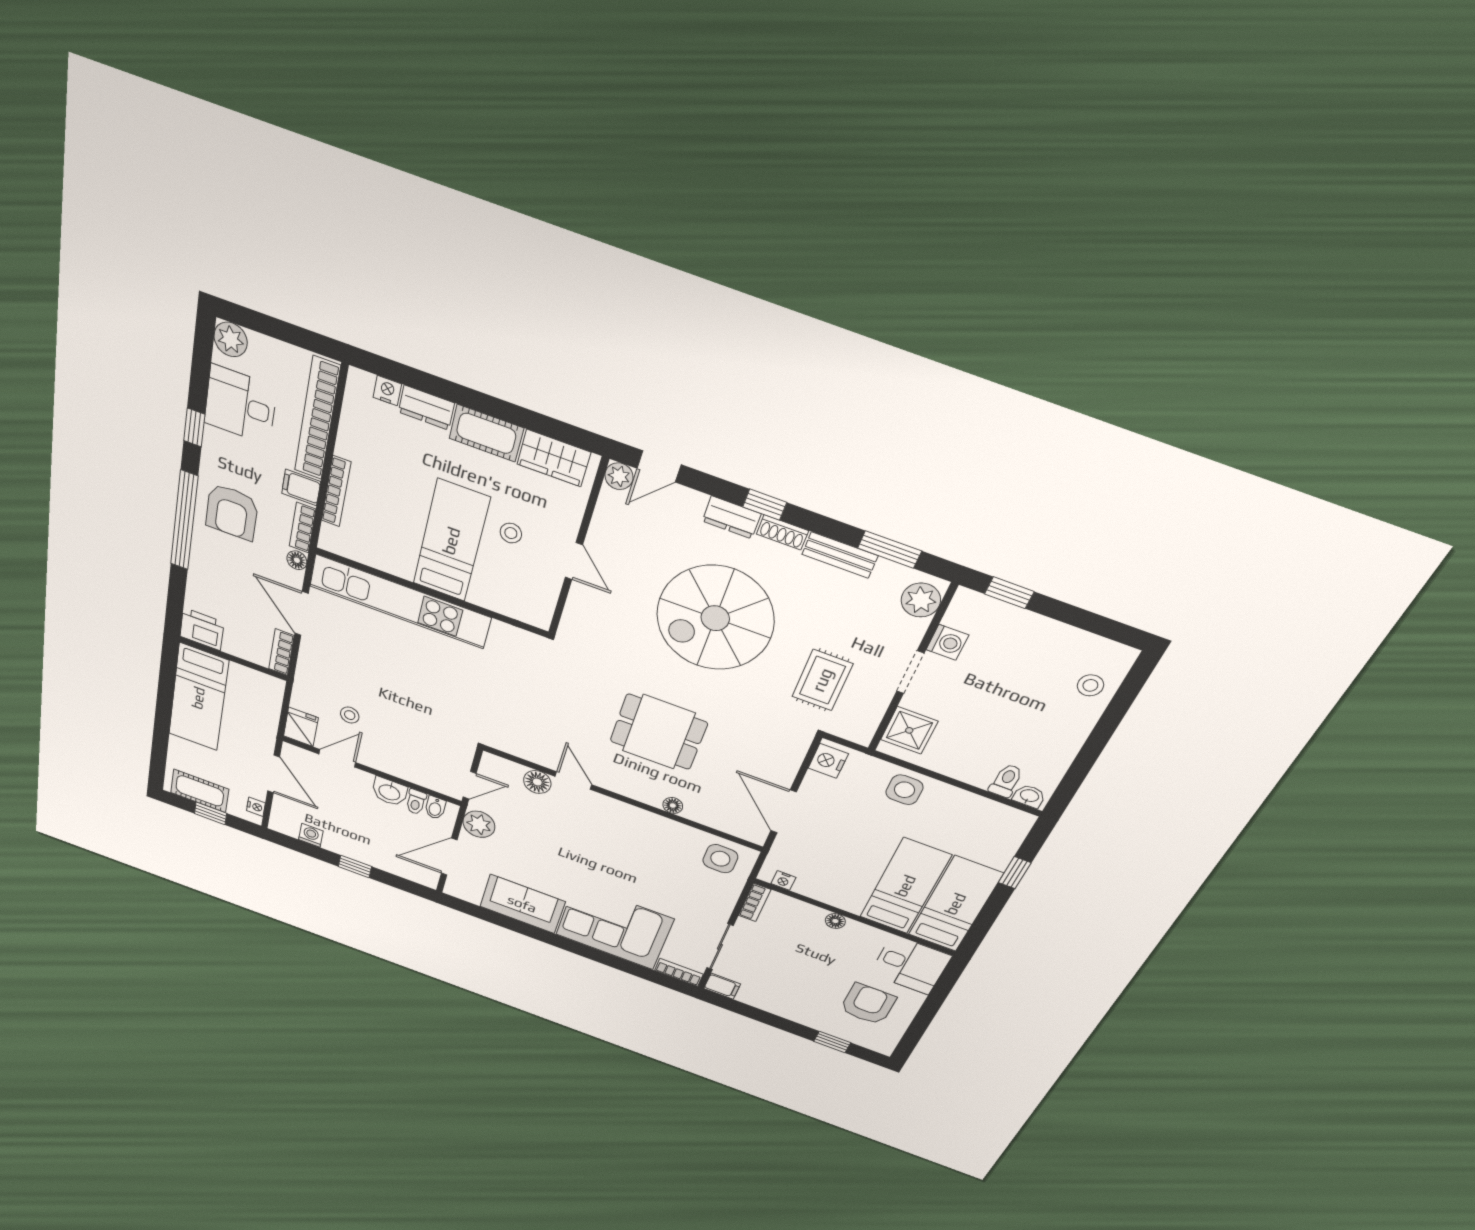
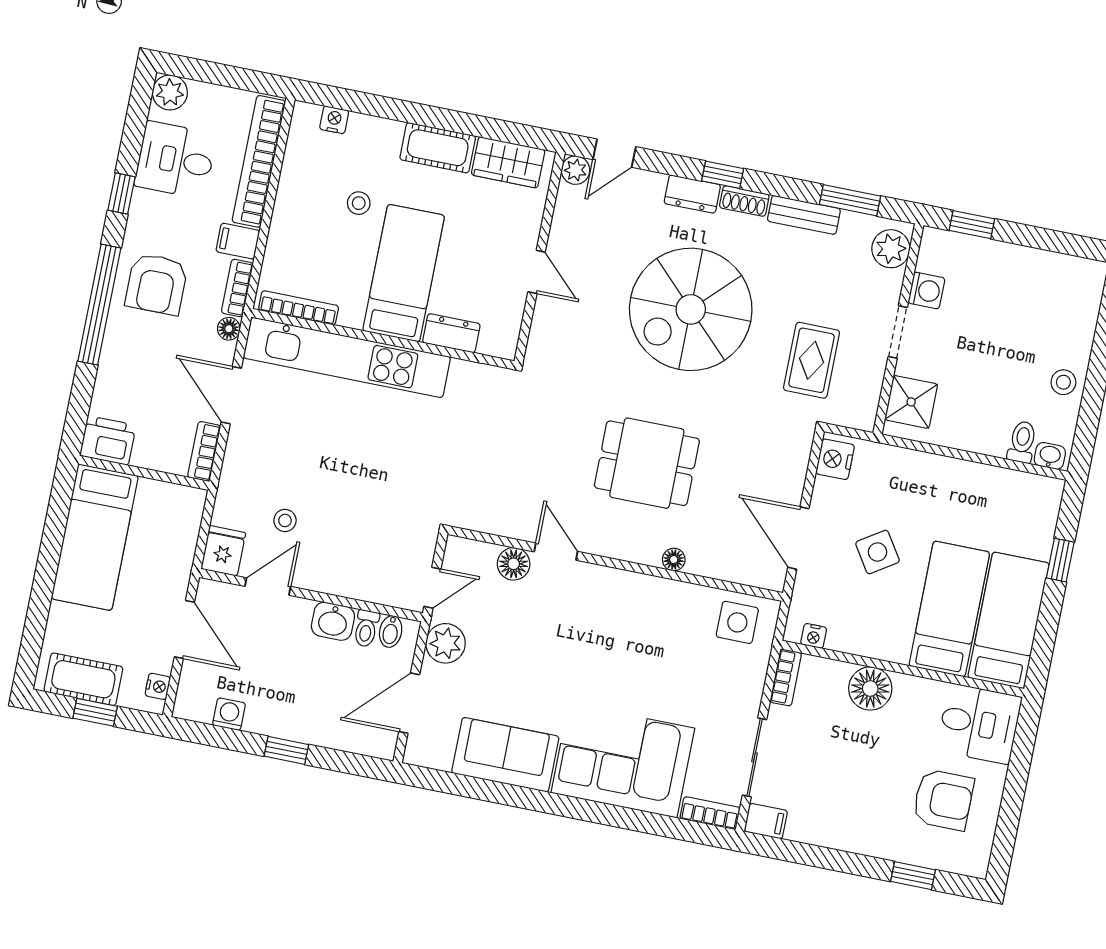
dresser: (426, 408) -> (451, 333), moved, turned 180
bookcase: (336, 491) -> (299, 308), moved, turned -90
stool: (511, 533) -> (359, 203), moved
stool: (1090, 685) -> (1063, 382), moved
side table: (904, 790) -> (877, 552), moved, turned -33
floor lamp: (835, 921) -> (870, 689), width x1.89, depth x1.89
armchair: (868, 1004) -> (943, 800), turned 90

